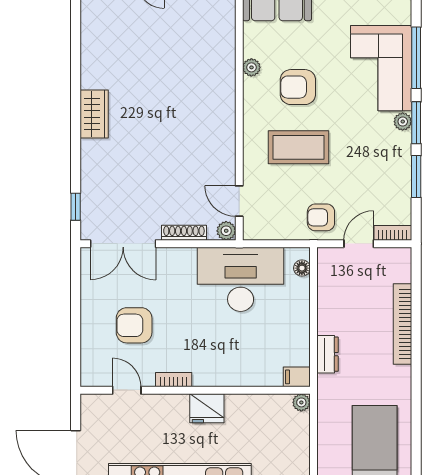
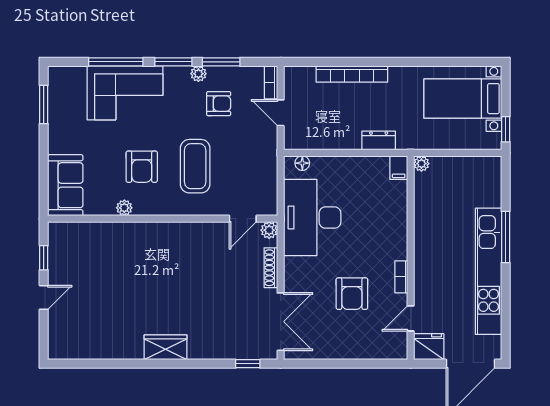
plant: (403, 122) -> (198, 74), moved
armchair: (321, 217) -> (219, 104), moved, turned -90
armchair: (134, 325) -> (352, 294), moved
fridge: (207, 408) -> (429, 347), moved, turned -90

